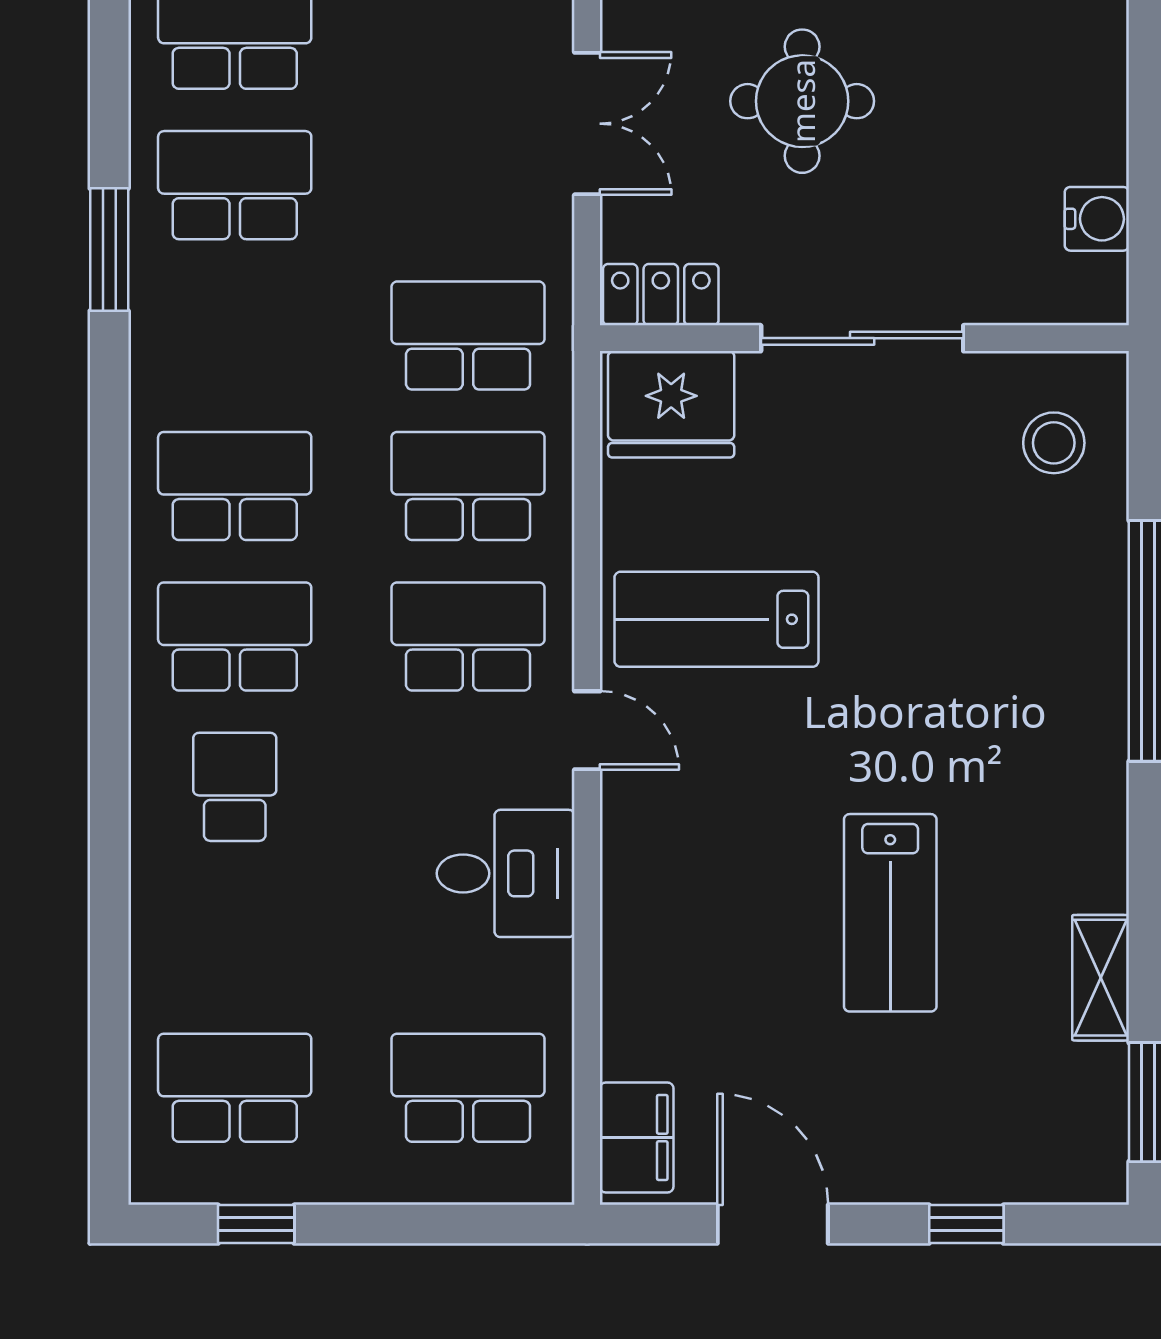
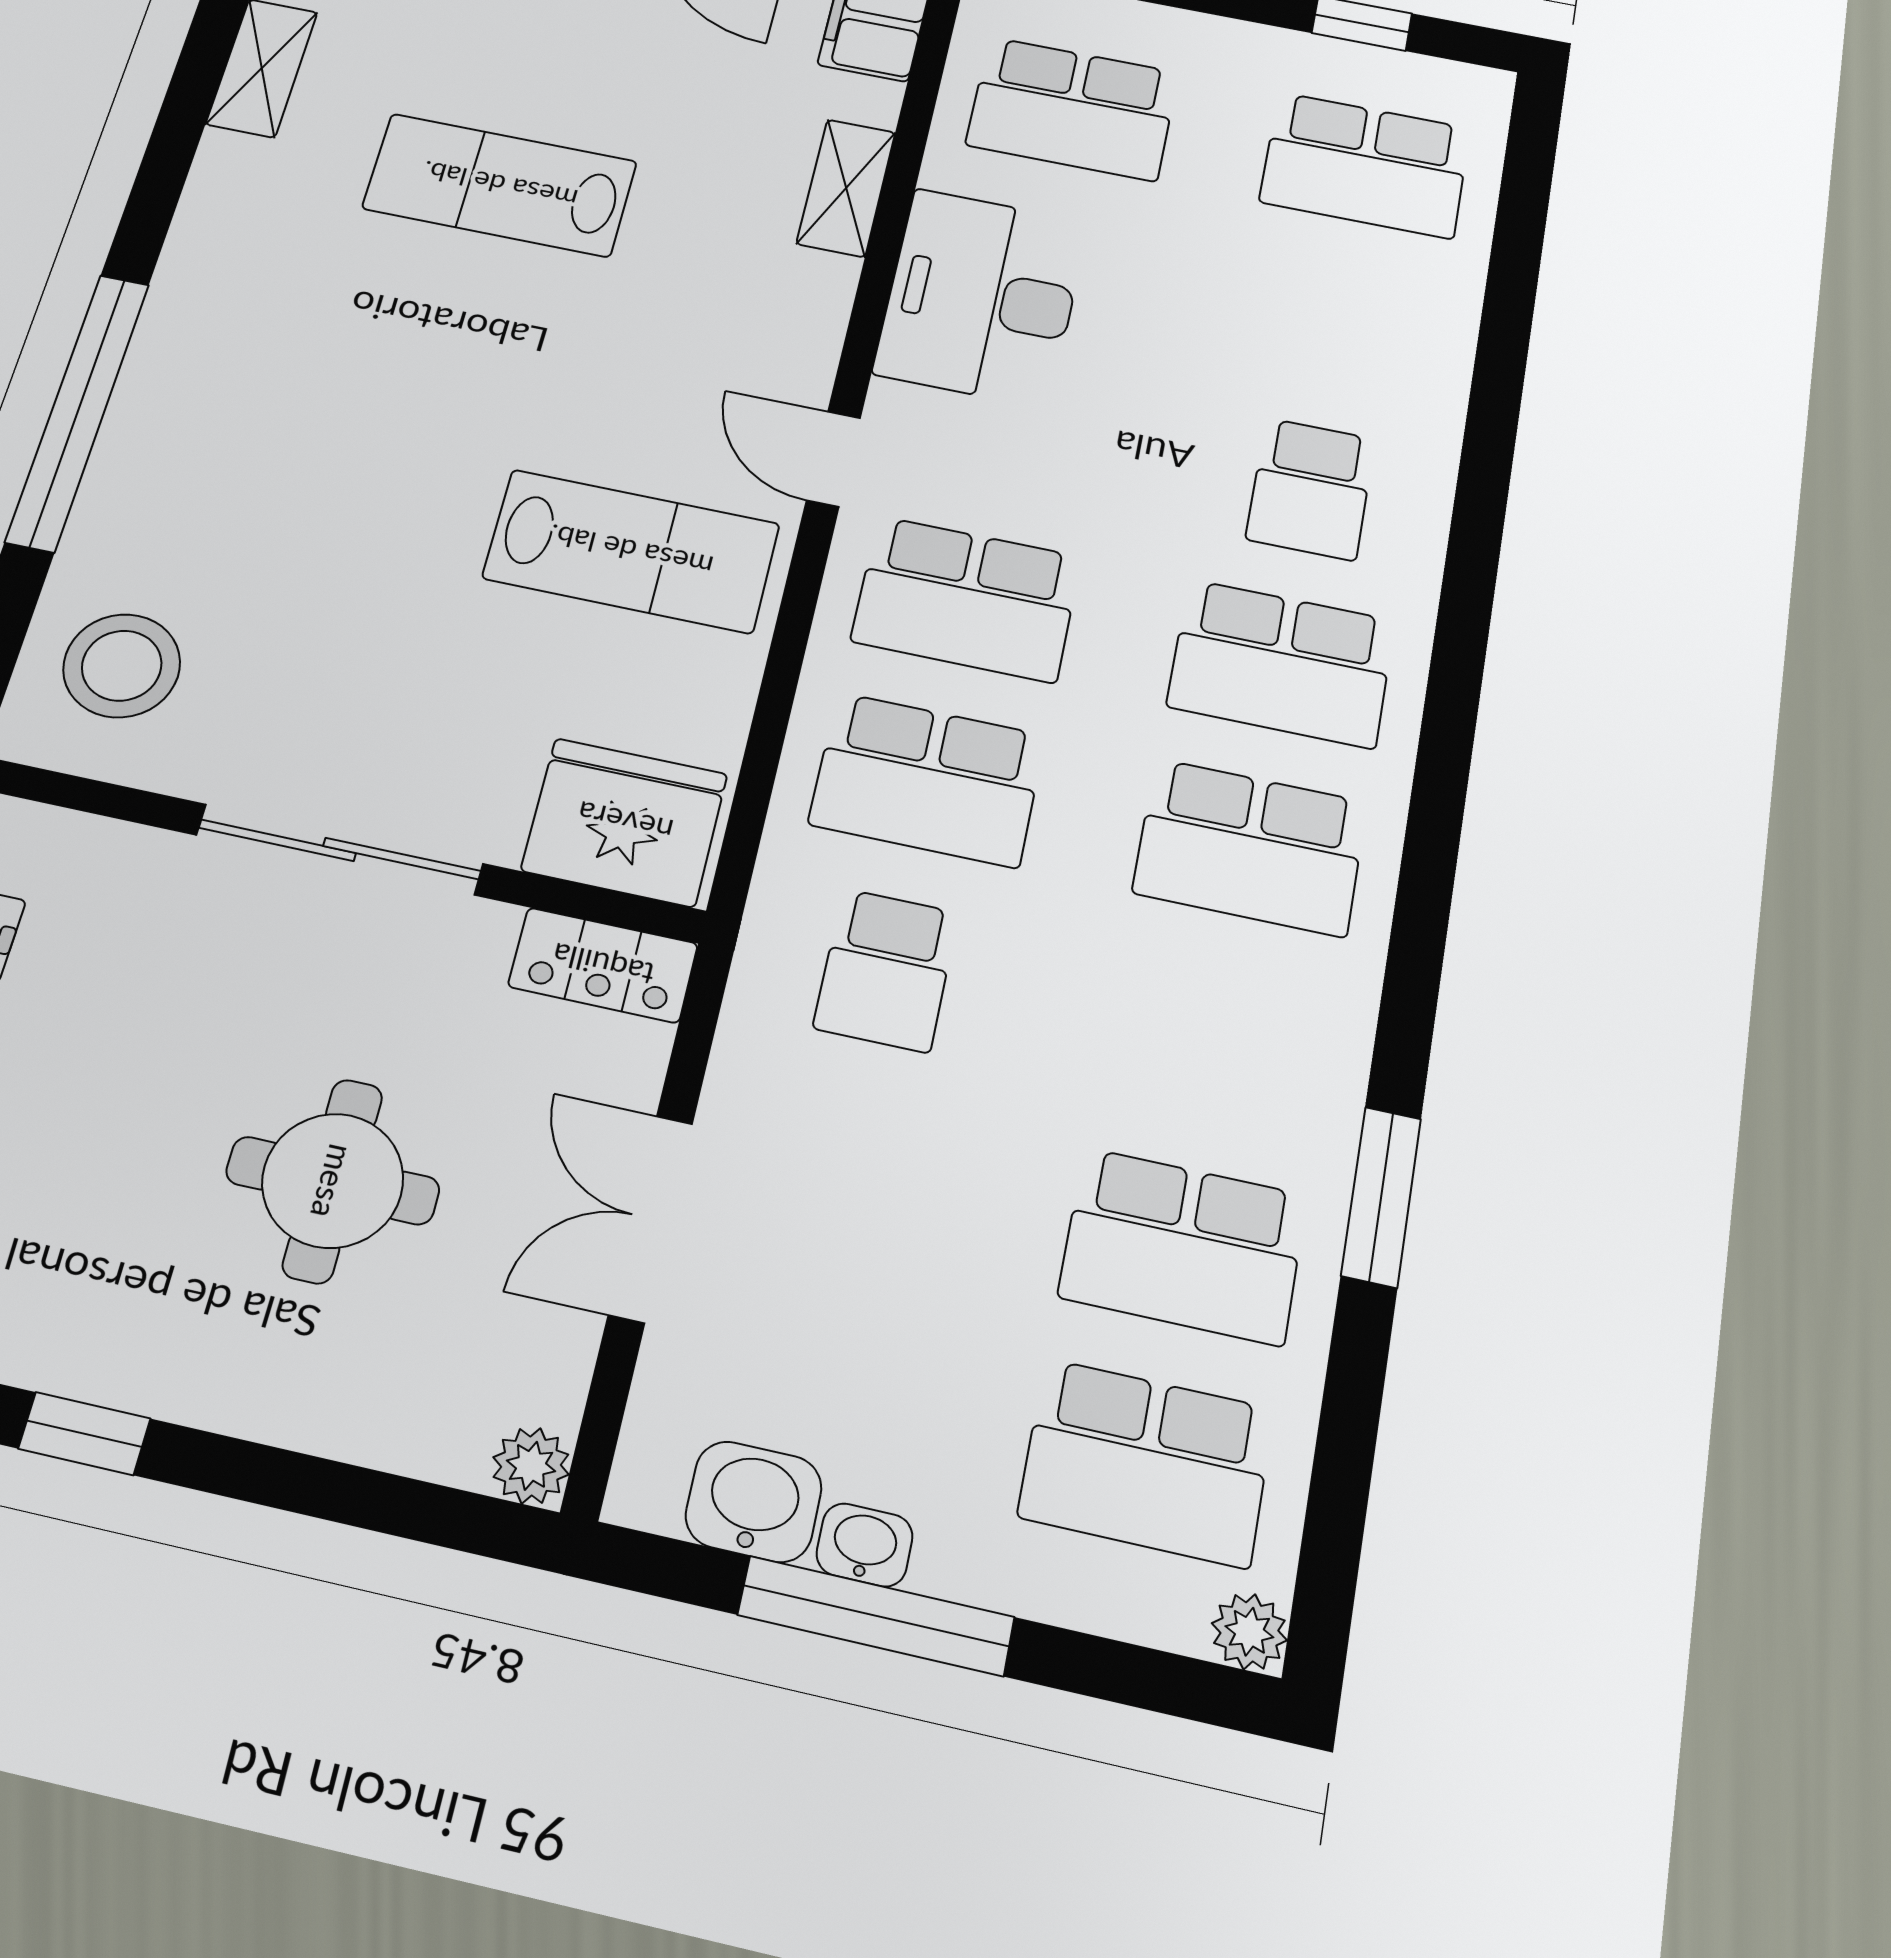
school desk: (468, 336) -> (886, 970), width x0.54
stool: (1054, 443) -> (122, 666), width x1.38, depth x1.38
desk: (506, 873) -> (981, 297), width x1.37
lab bench: (890, 913) -> (500, 185), turned -90
shelving: (627, 972) -> (846, 188), added

